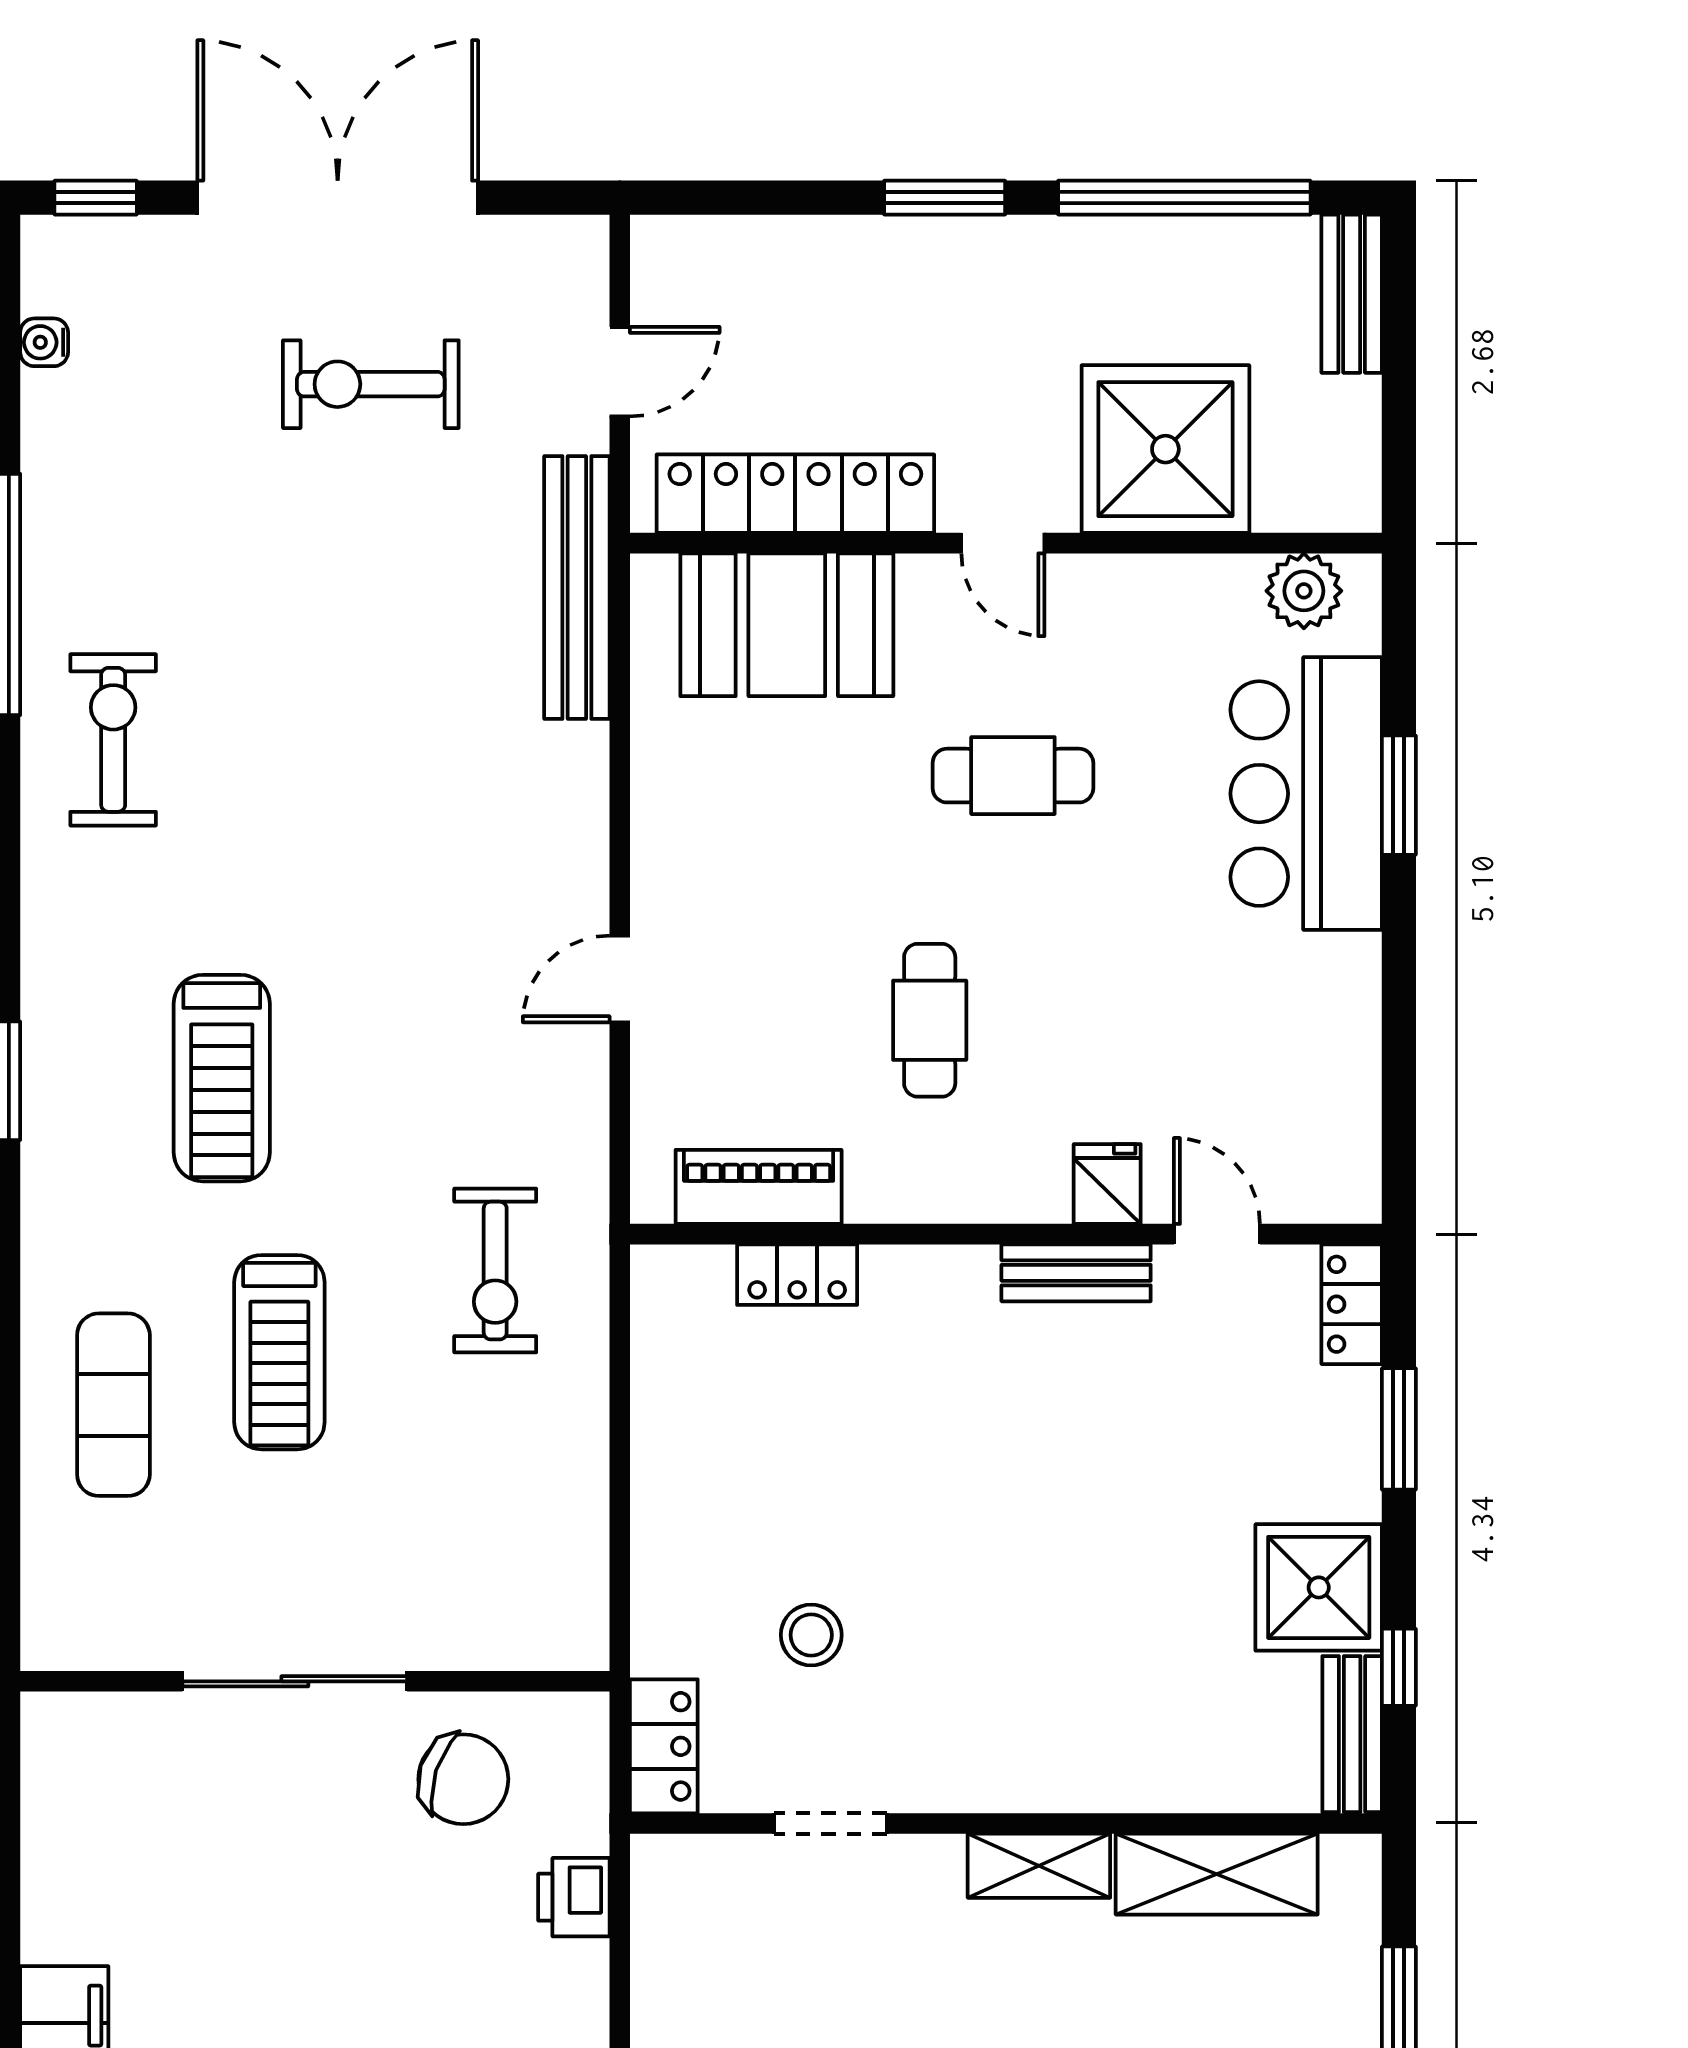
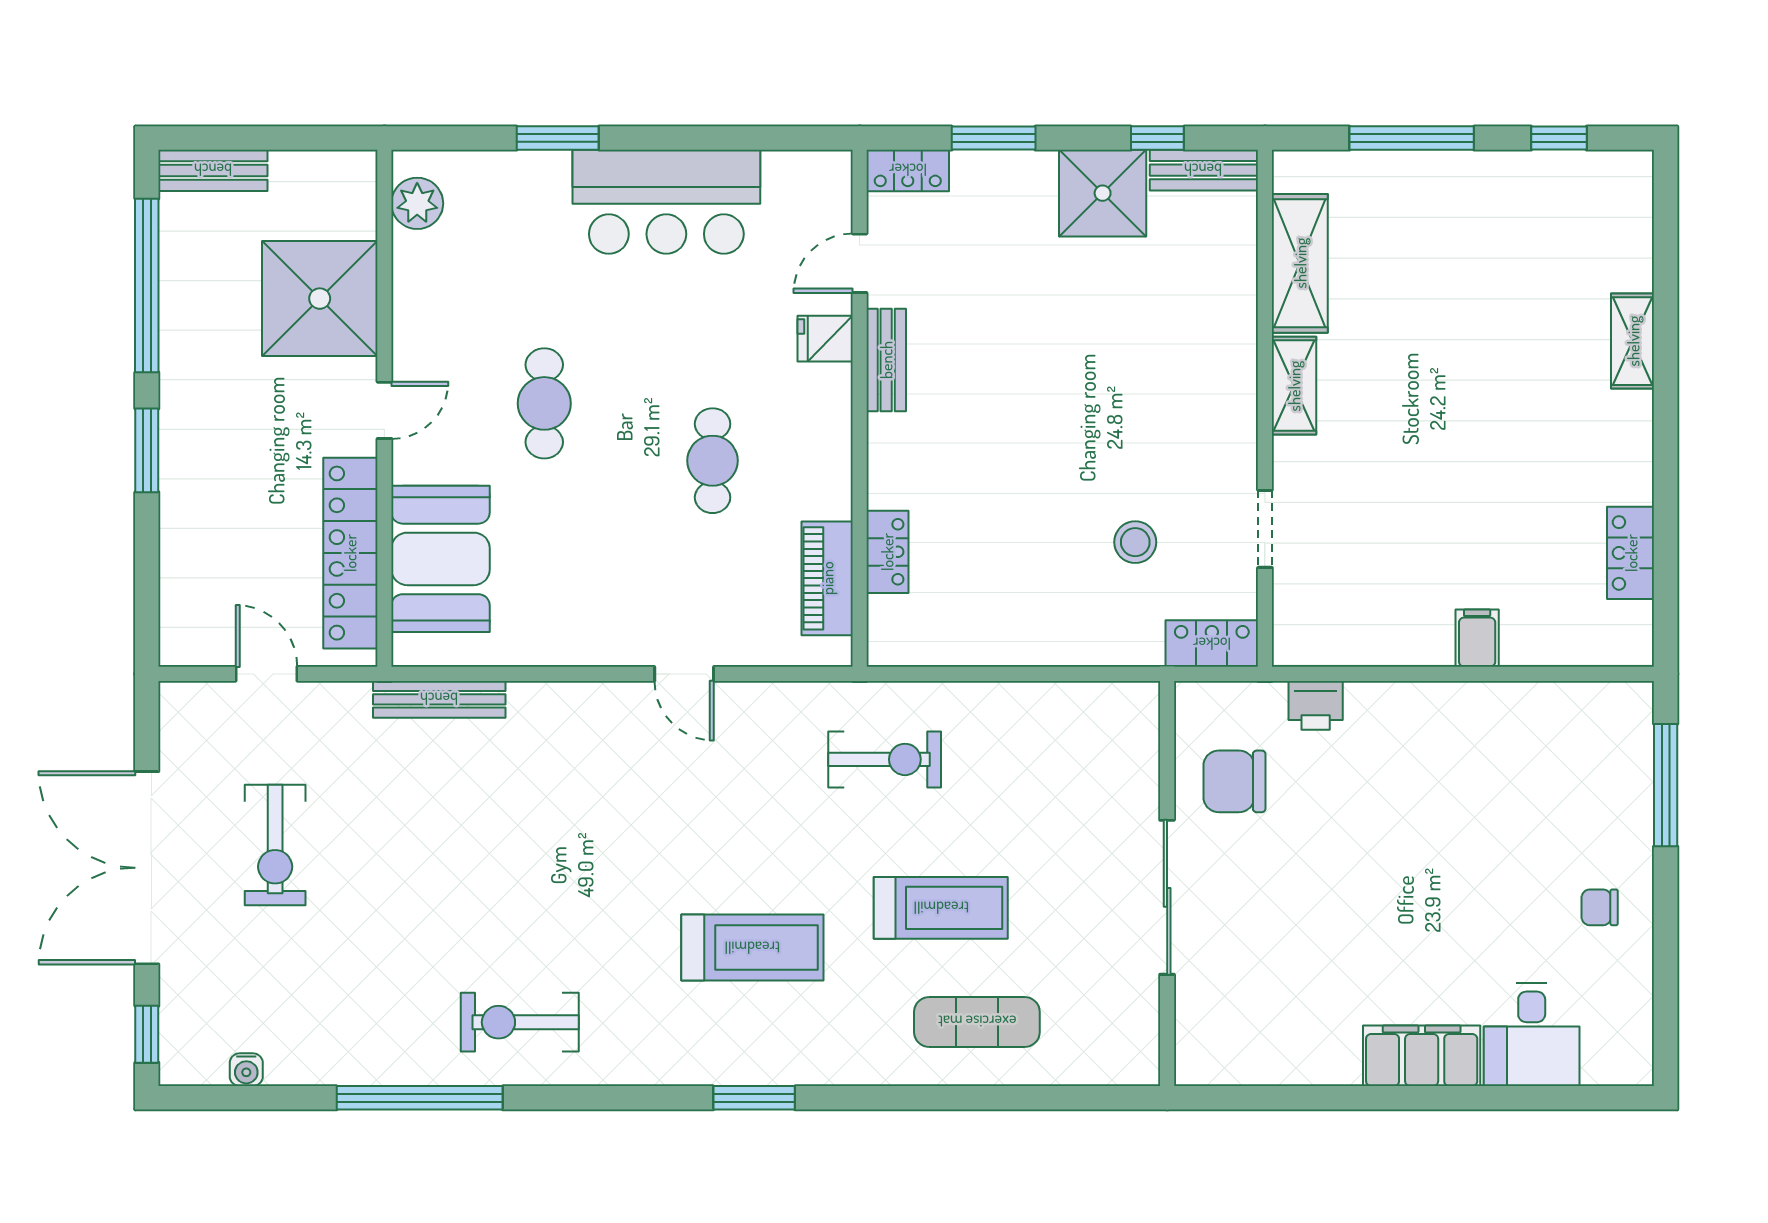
bench: (577, 588) -> (439, 699), width x0.73, depth x0.82
bar counter: (1306, 794) -> (666, 202), moved
cafe table: (930, 1020) -> (713, 461), turned 90
chair: (463, 1779) -> (1234, 781), turned -108

